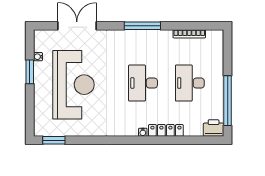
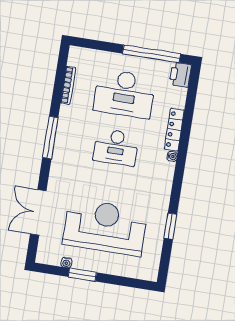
desk: (190, 83) -> (124, 94), width x1.36, depth x1.30
window: (54, 140) -> (170, 226), moved

